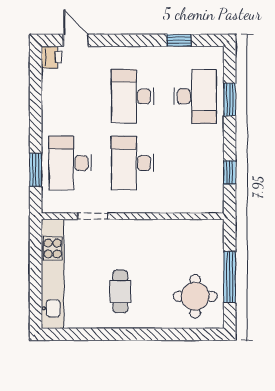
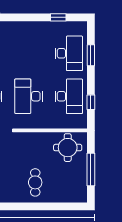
desk: (133, 96) -> (69, 96), moved, turned 180
cafe table: (120, 291) -> (35, 182), moved
round table: (195, 296) -> (68, 148), moved

